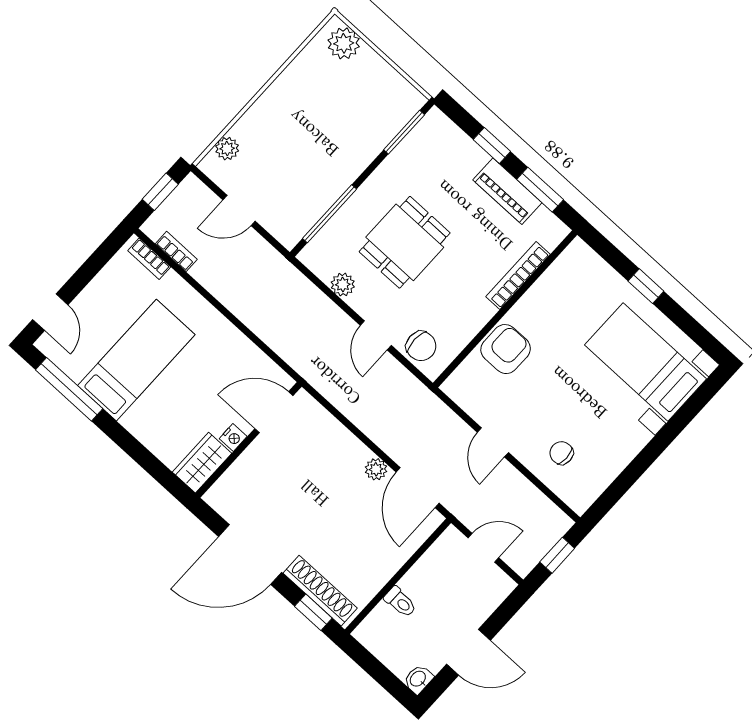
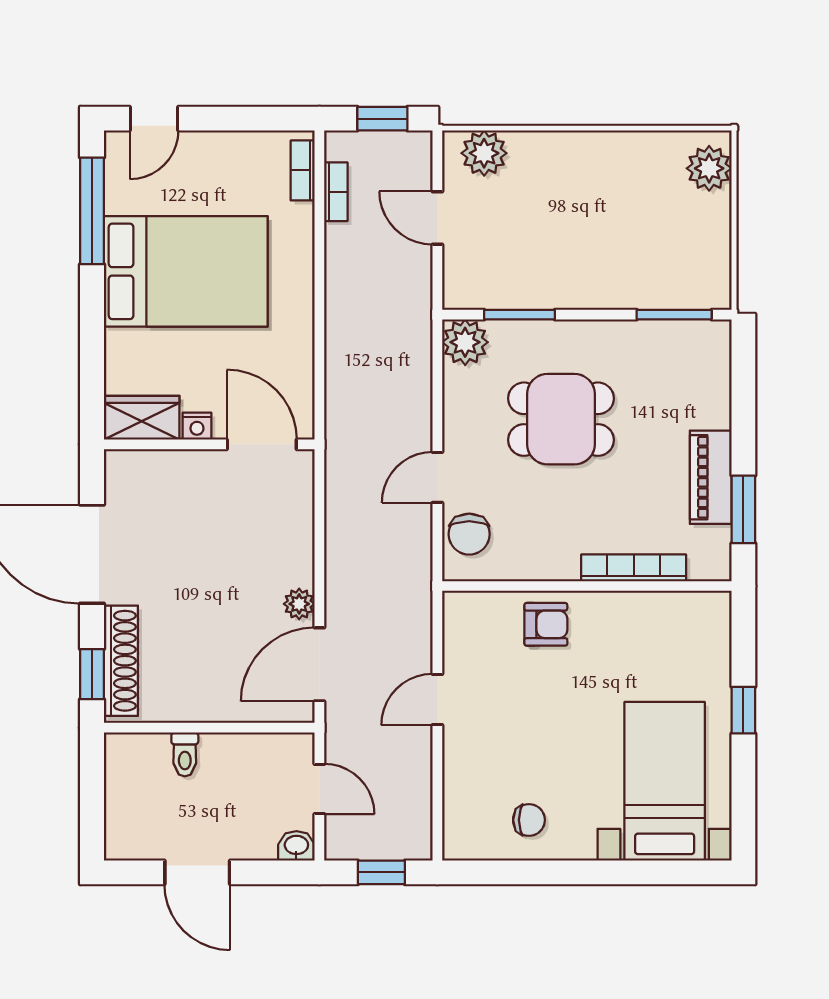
window: (492, 146) -> (743, 418), removed
plant: (227, 149) -> (484, 153), width x1.38, depth x1.38
window: (330, 214) -> (519, 315), width x0.69
plant: (343, 285) -> (465, 342), moved, width x1.38, depth x1.38
armchair: (506, 349) -> (546, 624), width x0.72, depth x0.72
bed: (136, 360) -> (186, 271), width x1.50
chair: (561, 453) -> (529, 820), moved, turned 90
washbasin: (418, 679) -> (296, 846), moved

